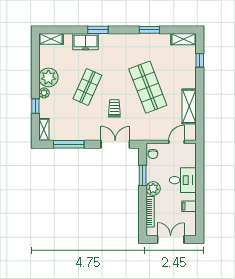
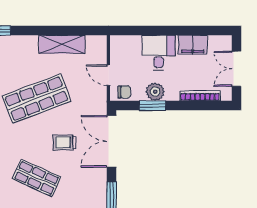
door: (176, 142) -> (108, 75), moved
double door: (115, 144) -> (112, 141), width x1.37
plant: (153, 188) -> (155, 92), moved
filing cabinet: (189, 206) -> (193, 45), width x2.00

